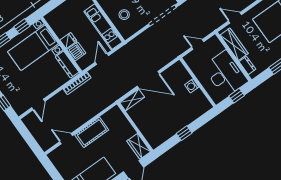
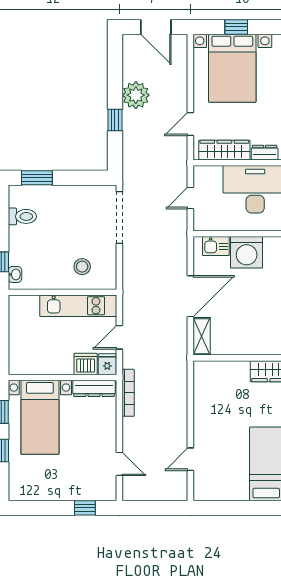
fridge: (68, 41) -> (107, 364), moved
door: (102, 59) -> (119, 337), hinge flipped
kitchen sink: (183, 75) -> (216, 246), added
washing machine: (192, 86) -> (247, 252), width x1.89, depth x1.89
cot: (92, 132) -> (206, 420), removed

